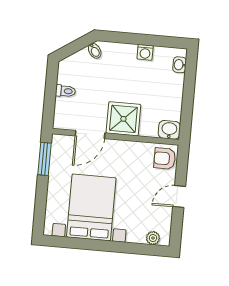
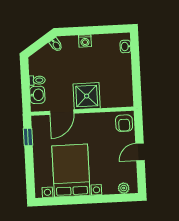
washing machine: (145, 52) -> (85, 41), moved
washbasin: (169, 130) -> (37, 95), moved, turned 90
window: (45, 159) -> (28, 137), width x0.67
armchair: (165, 159) -> (124, 123), turned -90

